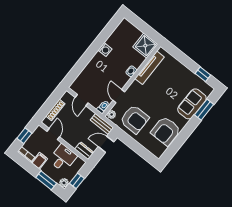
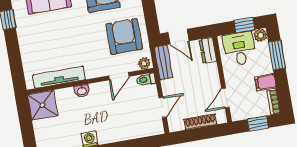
desk: (63, 158) -> (240, 49), moved, turned 90

